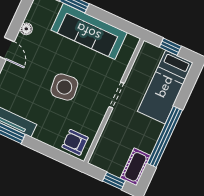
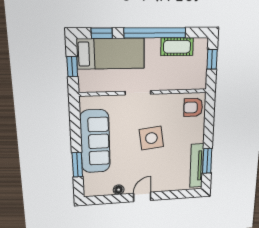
window: (187, 88) -> (102, 33), added
armchair: (75, 142) -> (193, 107), turned 90
cot: (135, 167) -> (177, 47), moved

